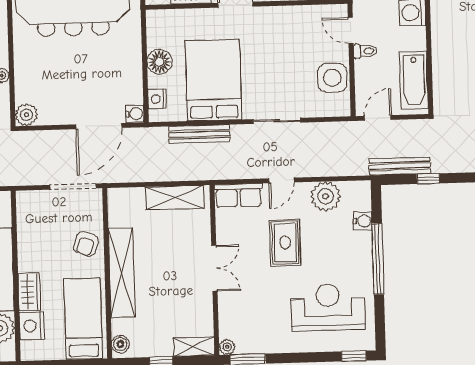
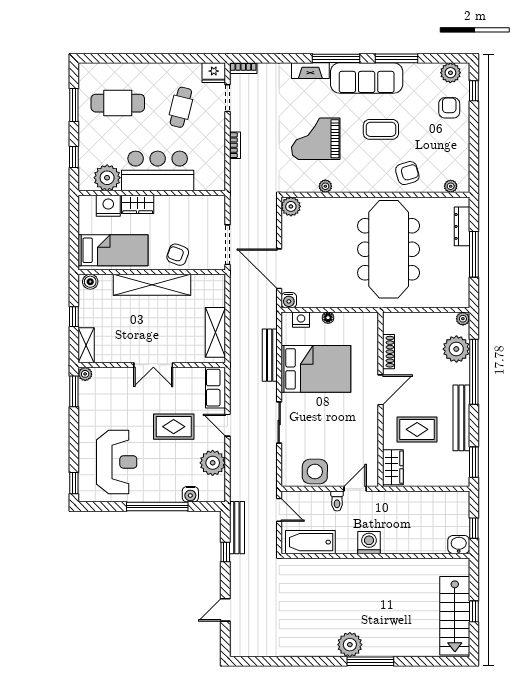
floor lamp: (159, 62) -> (328, 318), width x0.53, depth x0.53

